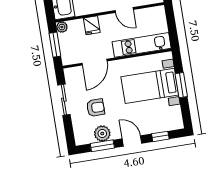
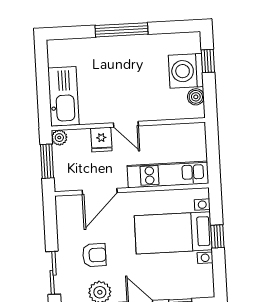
door: (124, 10) -> (126, 124), moved
window: (181, 85) -> (217, 236), width x0.67
sliding door: (64, 100) -> (53, 273), moved

